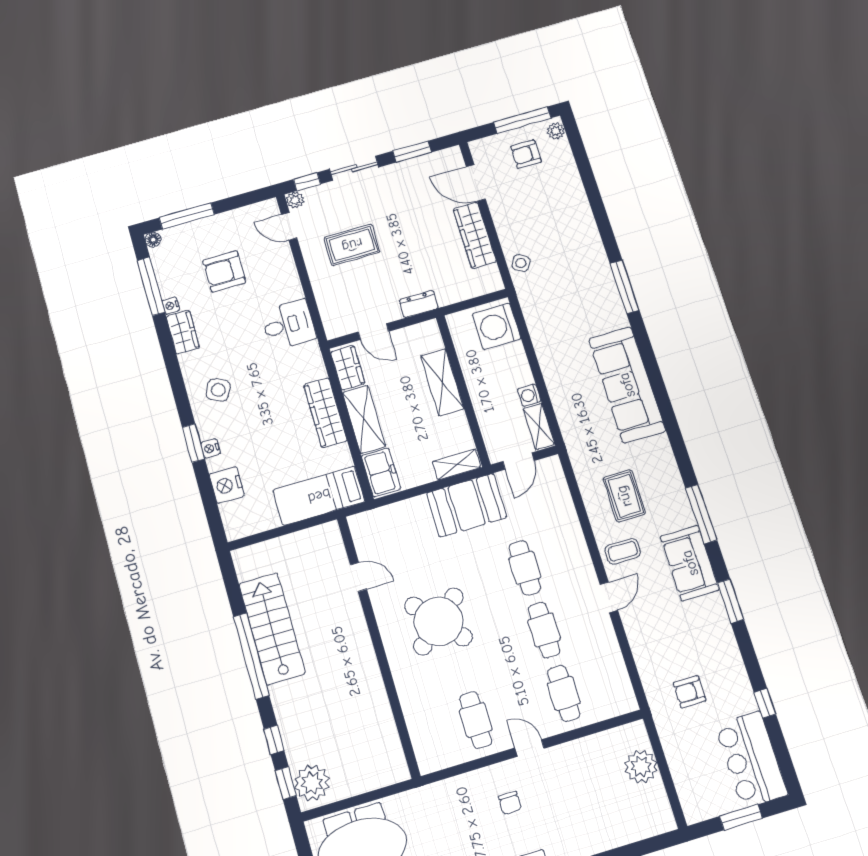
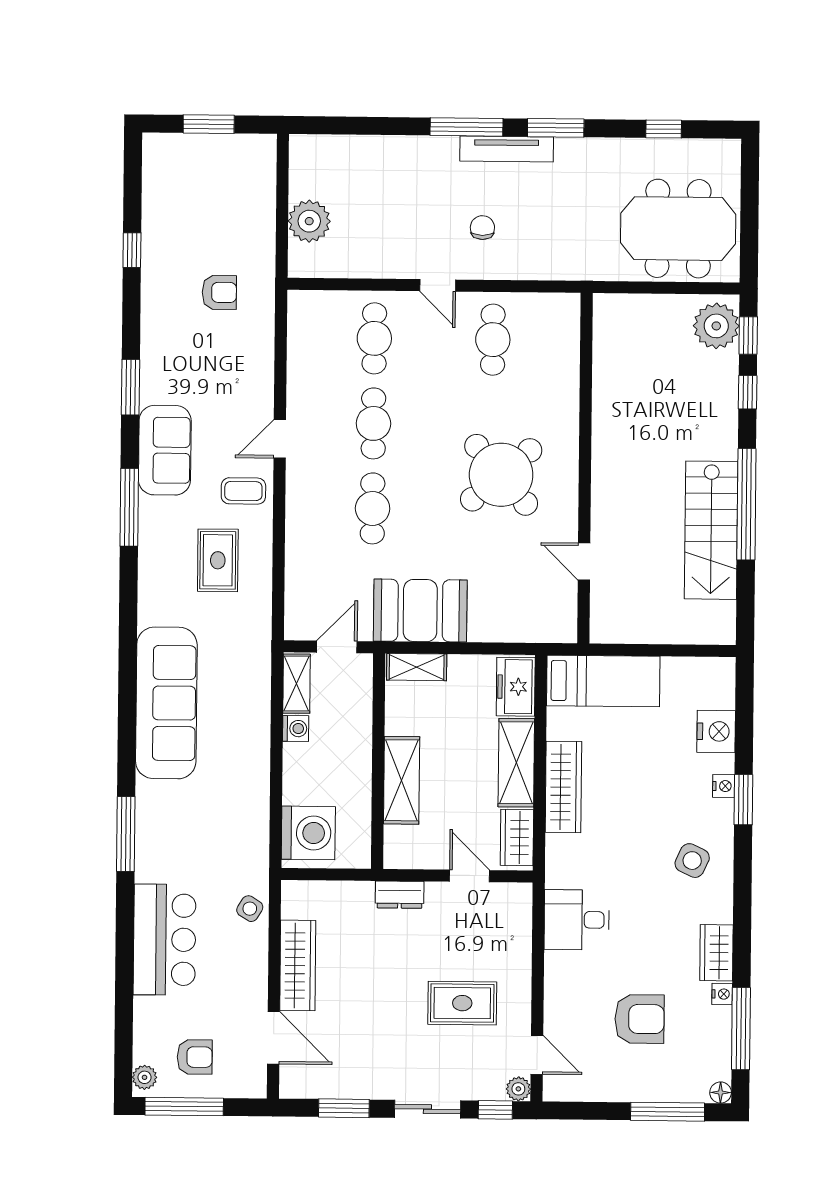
bar counter: (751, 759) -> (165, 940), moved

